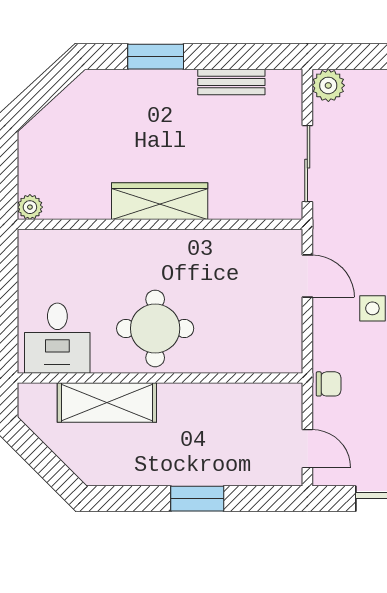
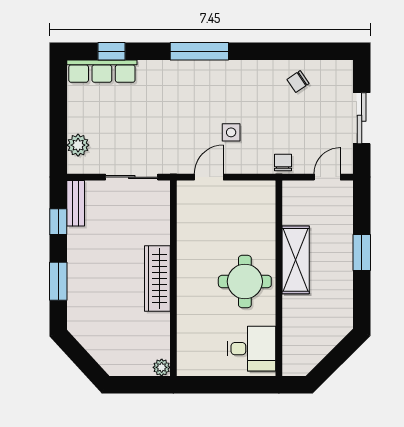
window: (242, 57) -> (58, 222), added
bench: (231, 82) -> (76, 203), moved
plant: (328, 85) -> (78, 145), moved
shelving: (107, 402) -> (296, 260), moved

